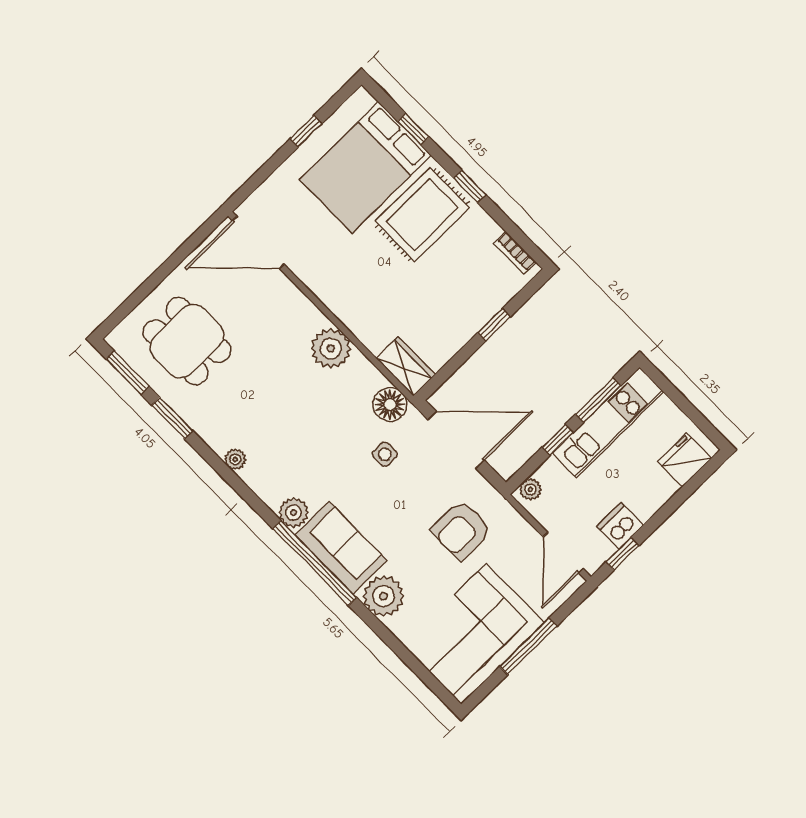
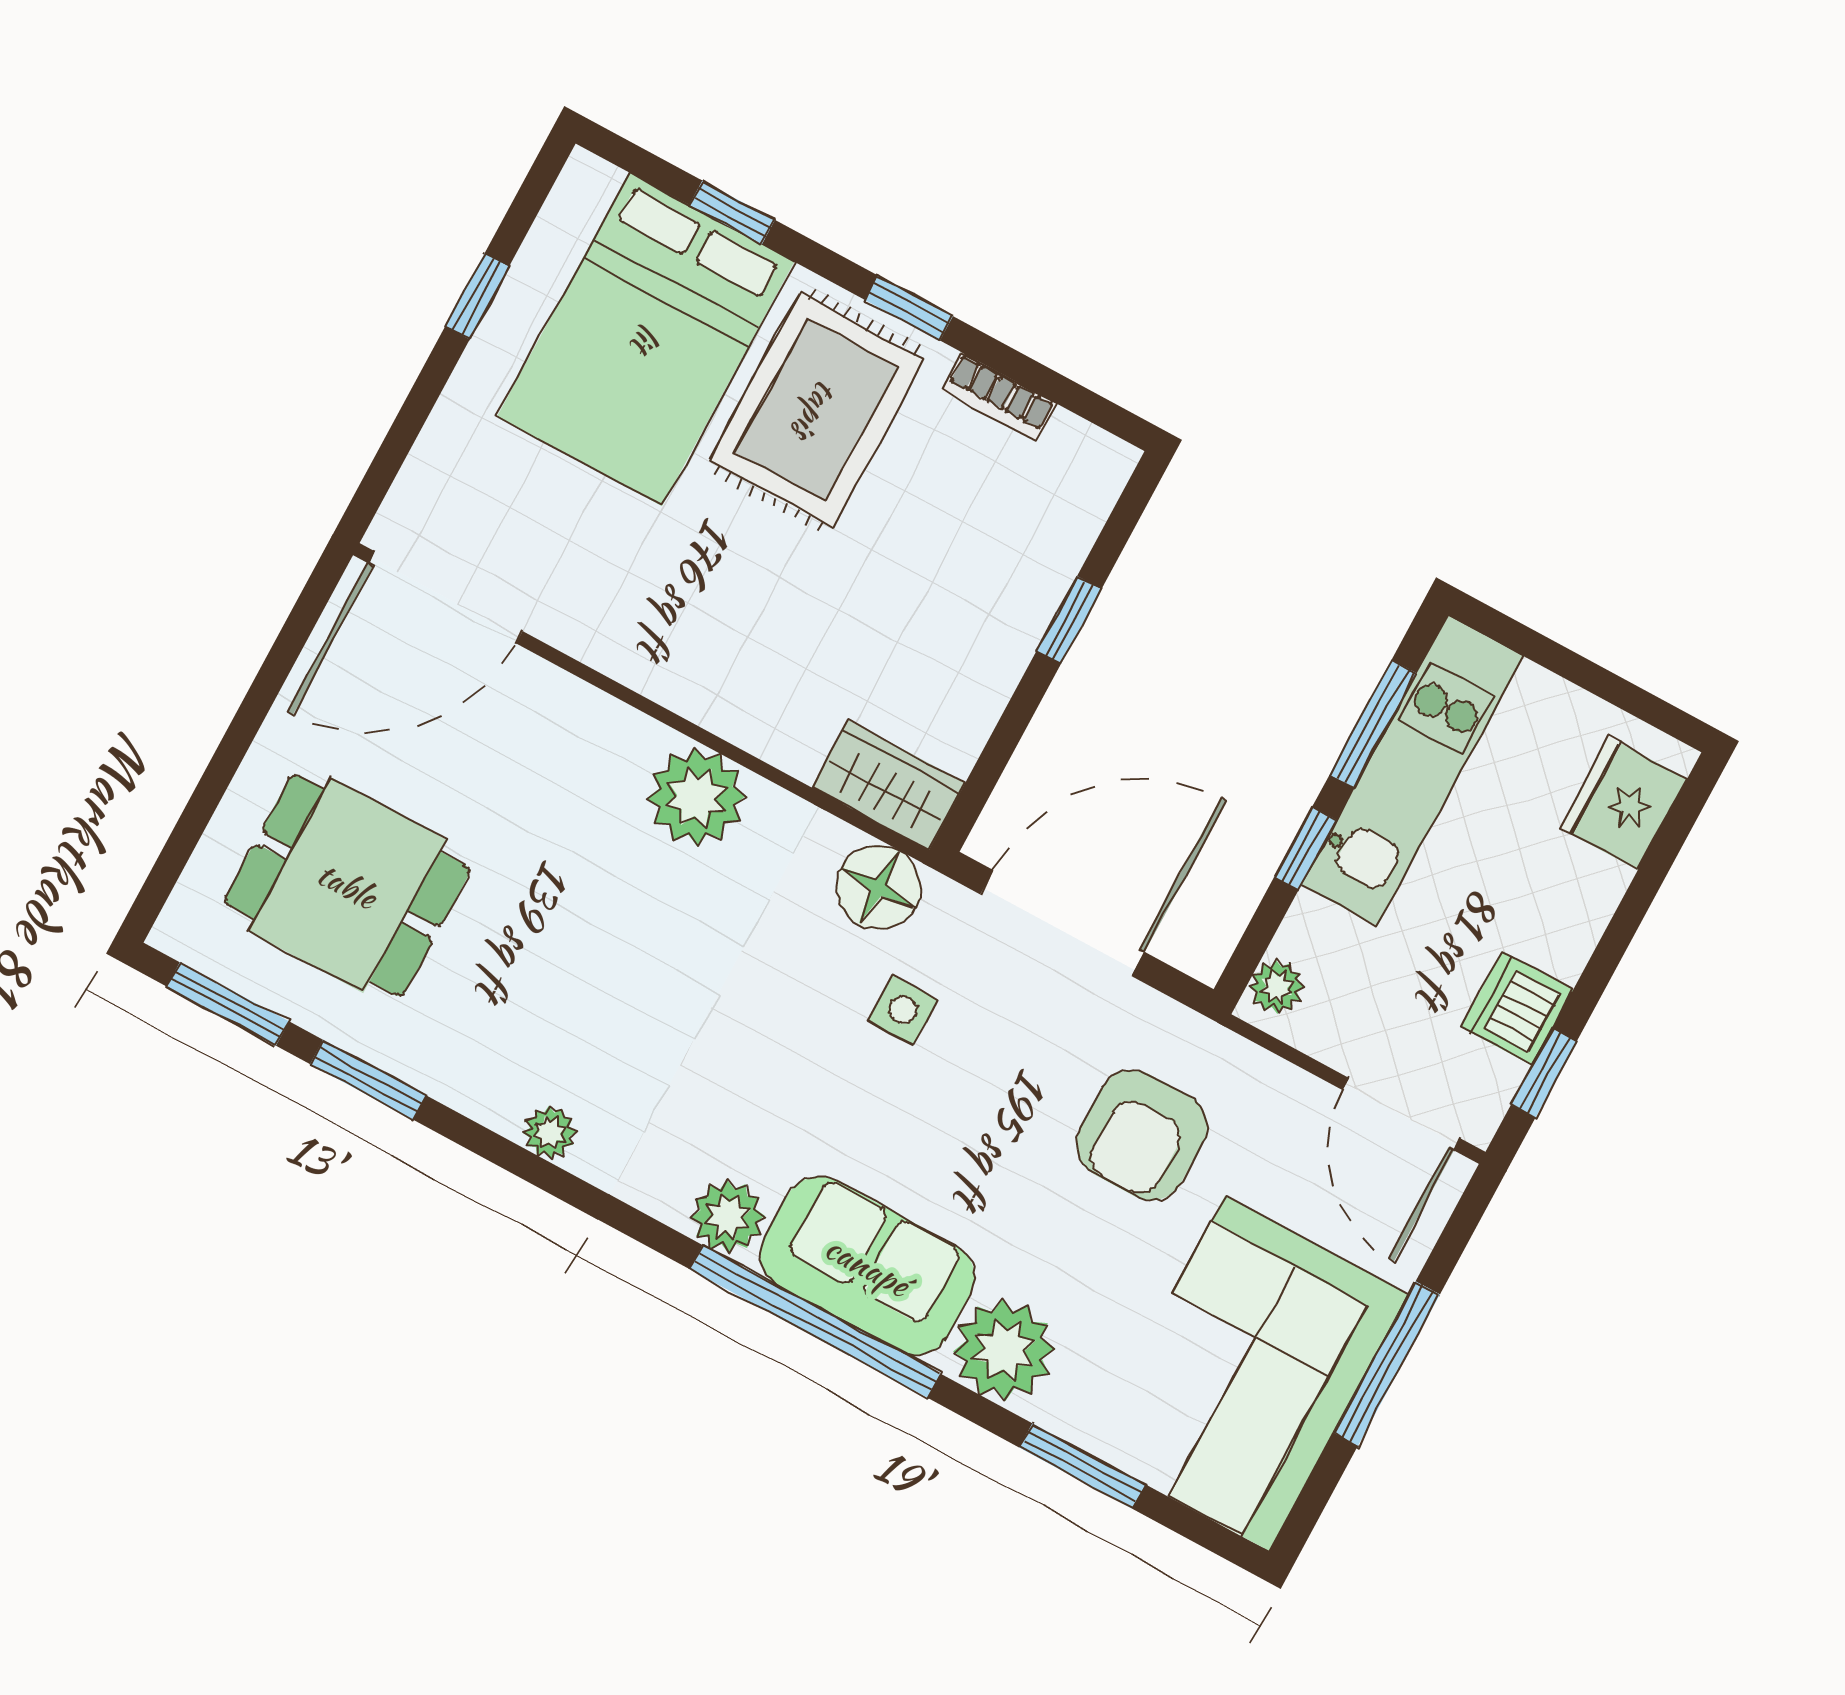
bookcase: (515, 253) -> (999, 397), moved
window: (400, 650) -> (1082, 1466), added

